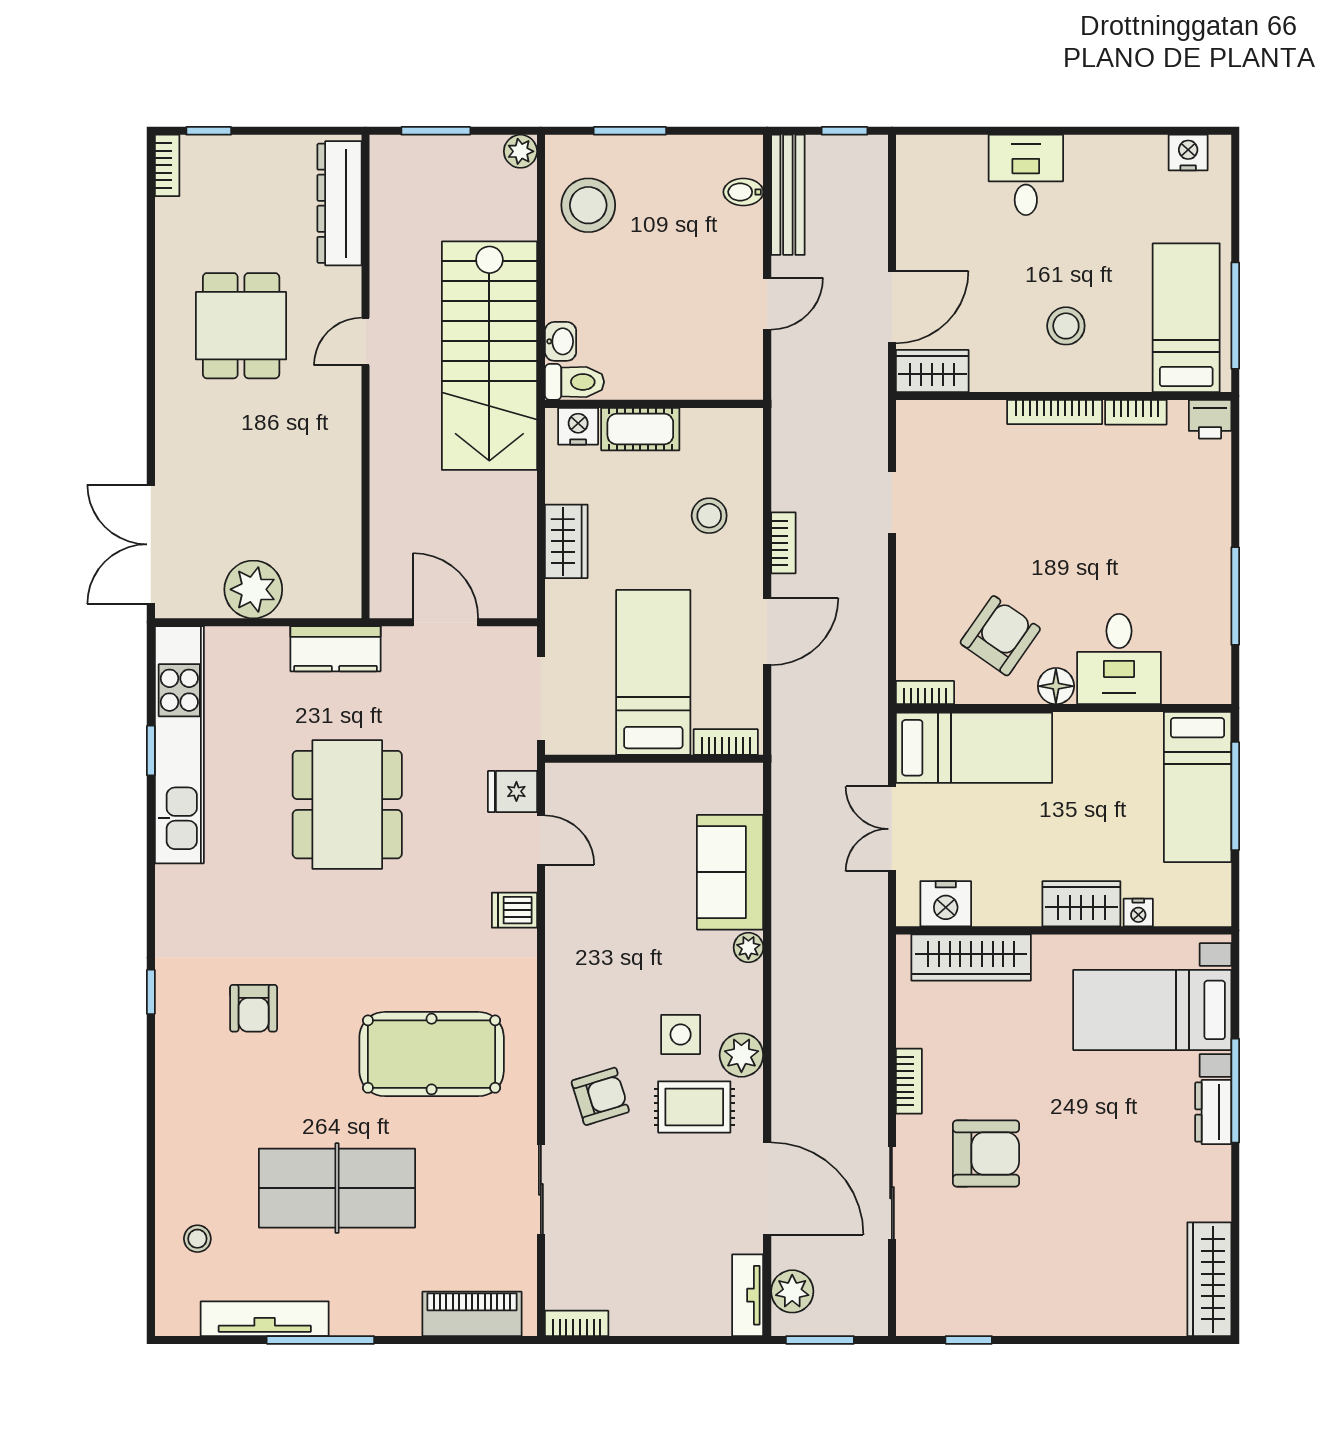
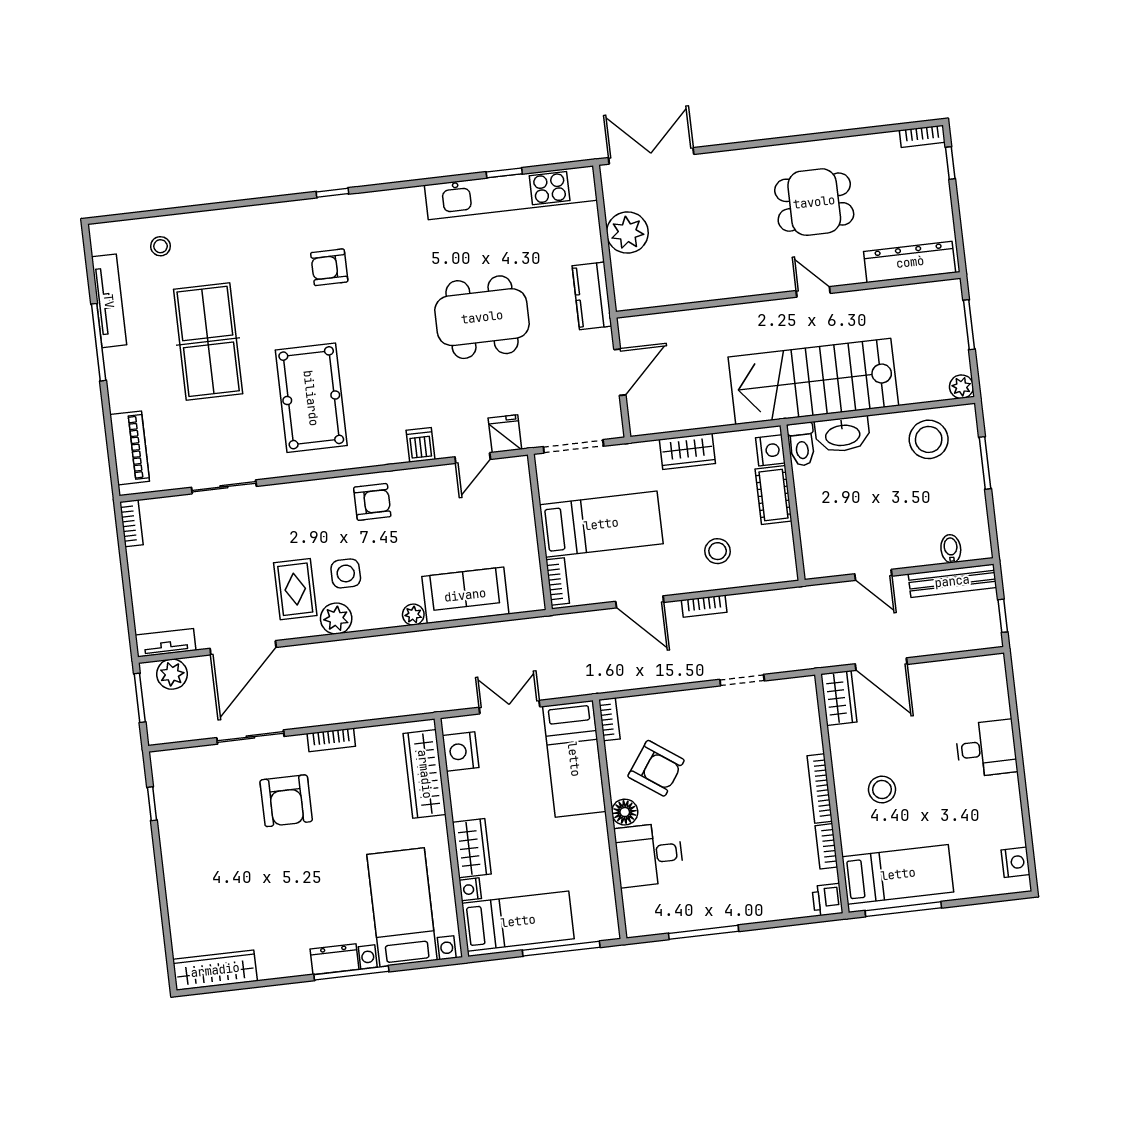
washbasin: (561, 341) -> (843, 434), width x1.91, depth x1.45
bed: (1198, 787) -> (518, 921), moved, turned 180
armchair: (600, 1096) -> (372, 502), moved, turned -73

